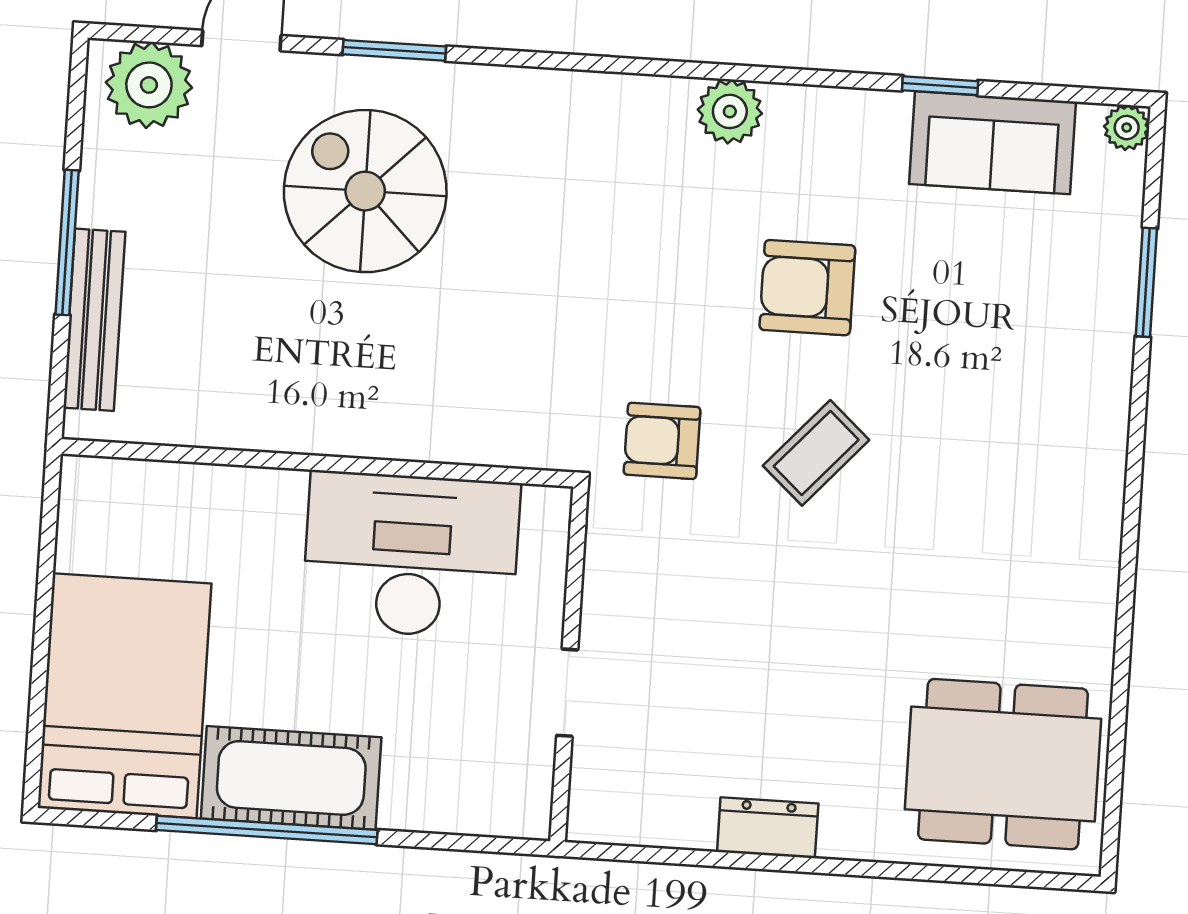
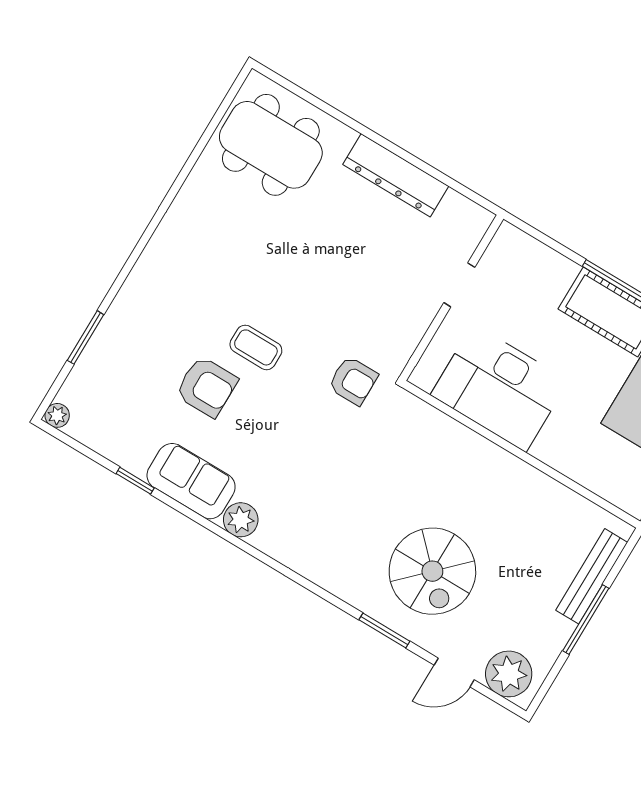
sofa: (993, 143) -> (191, 481), moved
armchair: (807, 288) -> (207, 387), moved
coffee table: (816, 453) -> (256, 347), moved, turned 48
dresser: (768, 828) -> (396, 175), width x1.96, depth x1.24

